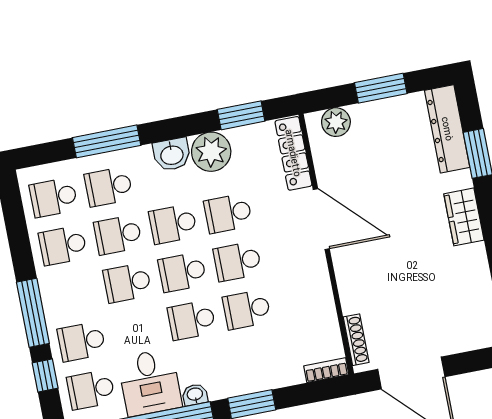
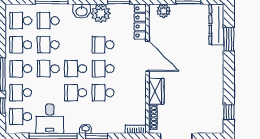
wardrobe: (464, 217) -> (156, 91), moved, turned 180
school desk: (173, 224) -> (21, 69), moved
washbasin: (195, 395) -> (86, 129), moved

